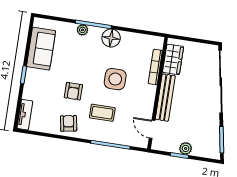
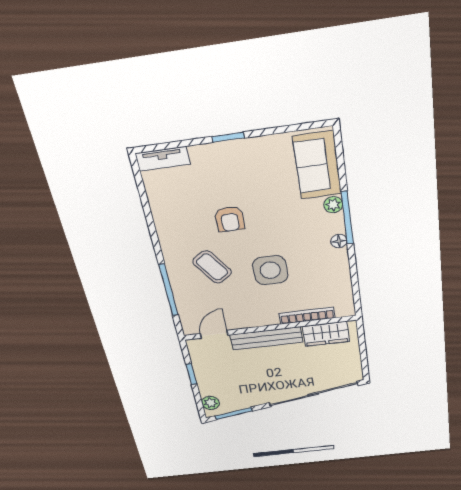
floor lamp: (111, 38) -> (339, 241), width x0.53, depth x0.53
sofa: (41, 49) -> (317, 165), moved, turned 90
armchair: (73, 91) -> (230, 219), turned -90
coffee table: (102, 113) -> (212, 267), turned -34
armchair: (69, 123) -> (176, 226), removed
plant: (186, 148) -> (211, 403), moved

